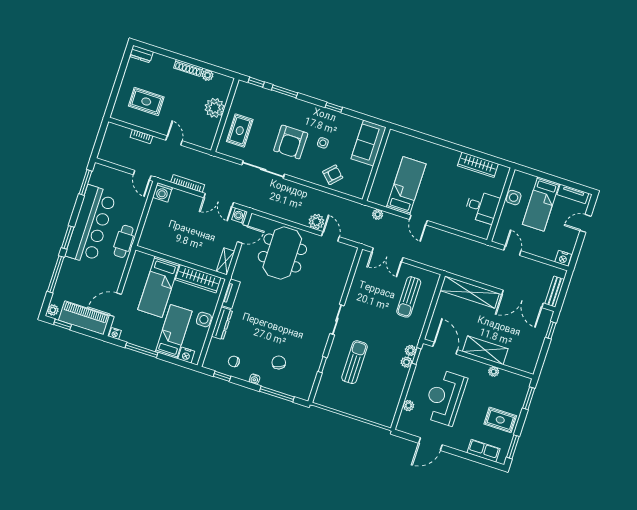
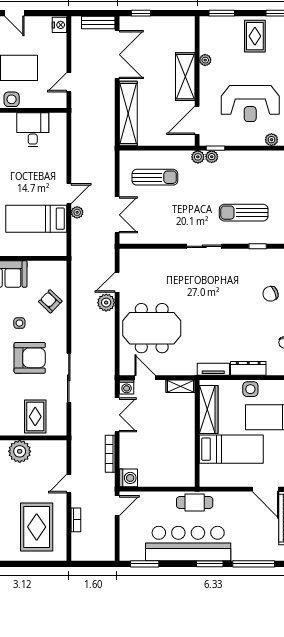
rug: (146, 101) -> (37, 527), width x1.36, depth x1.43
rug: (240, 131) -> (35, 417), turned 90
plant: (378, 214) -> (77, 212), moved
plant: (407, 362) -> (198, 157), moved

